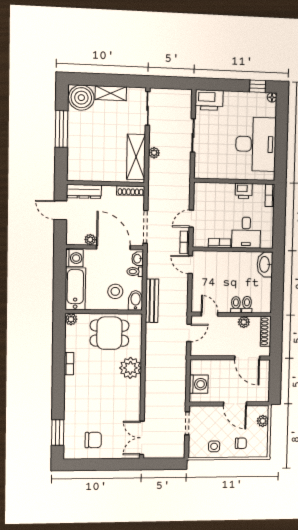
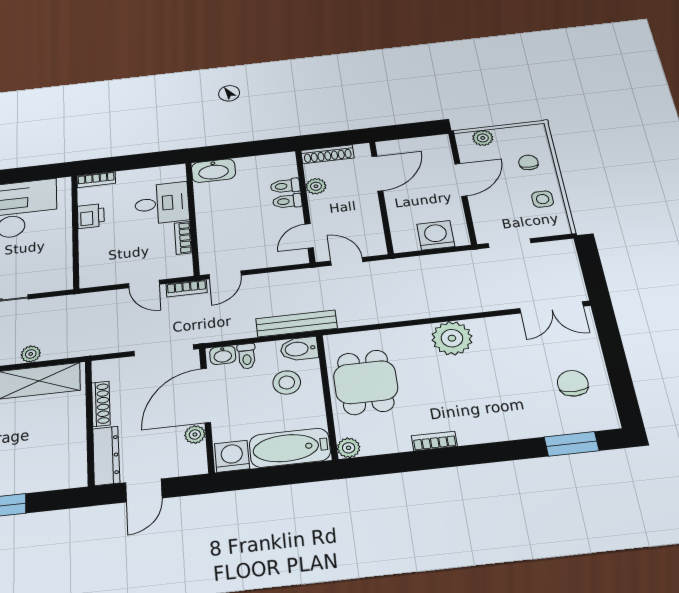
shoe rack: (131, 191) -> (101, 404), moved
plant: (130, 368) -> (452, 338), moved

